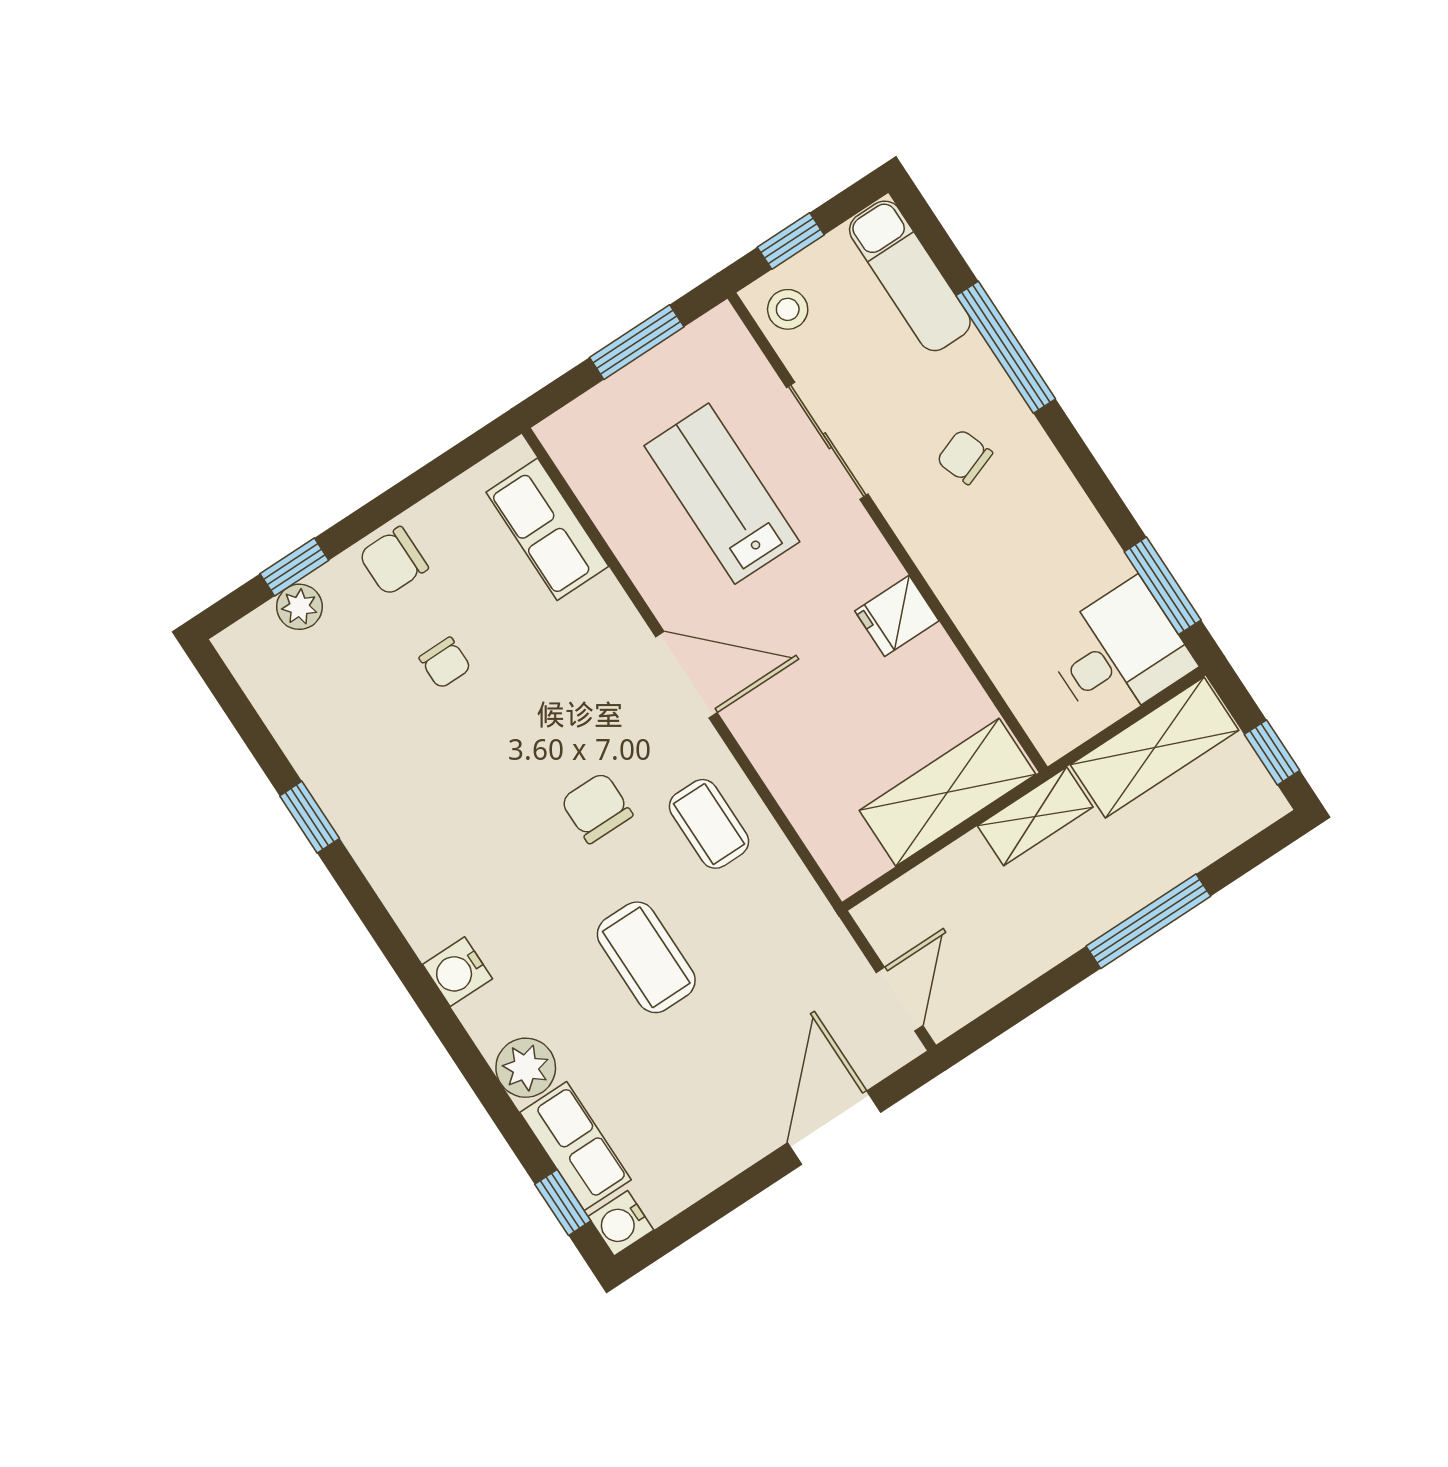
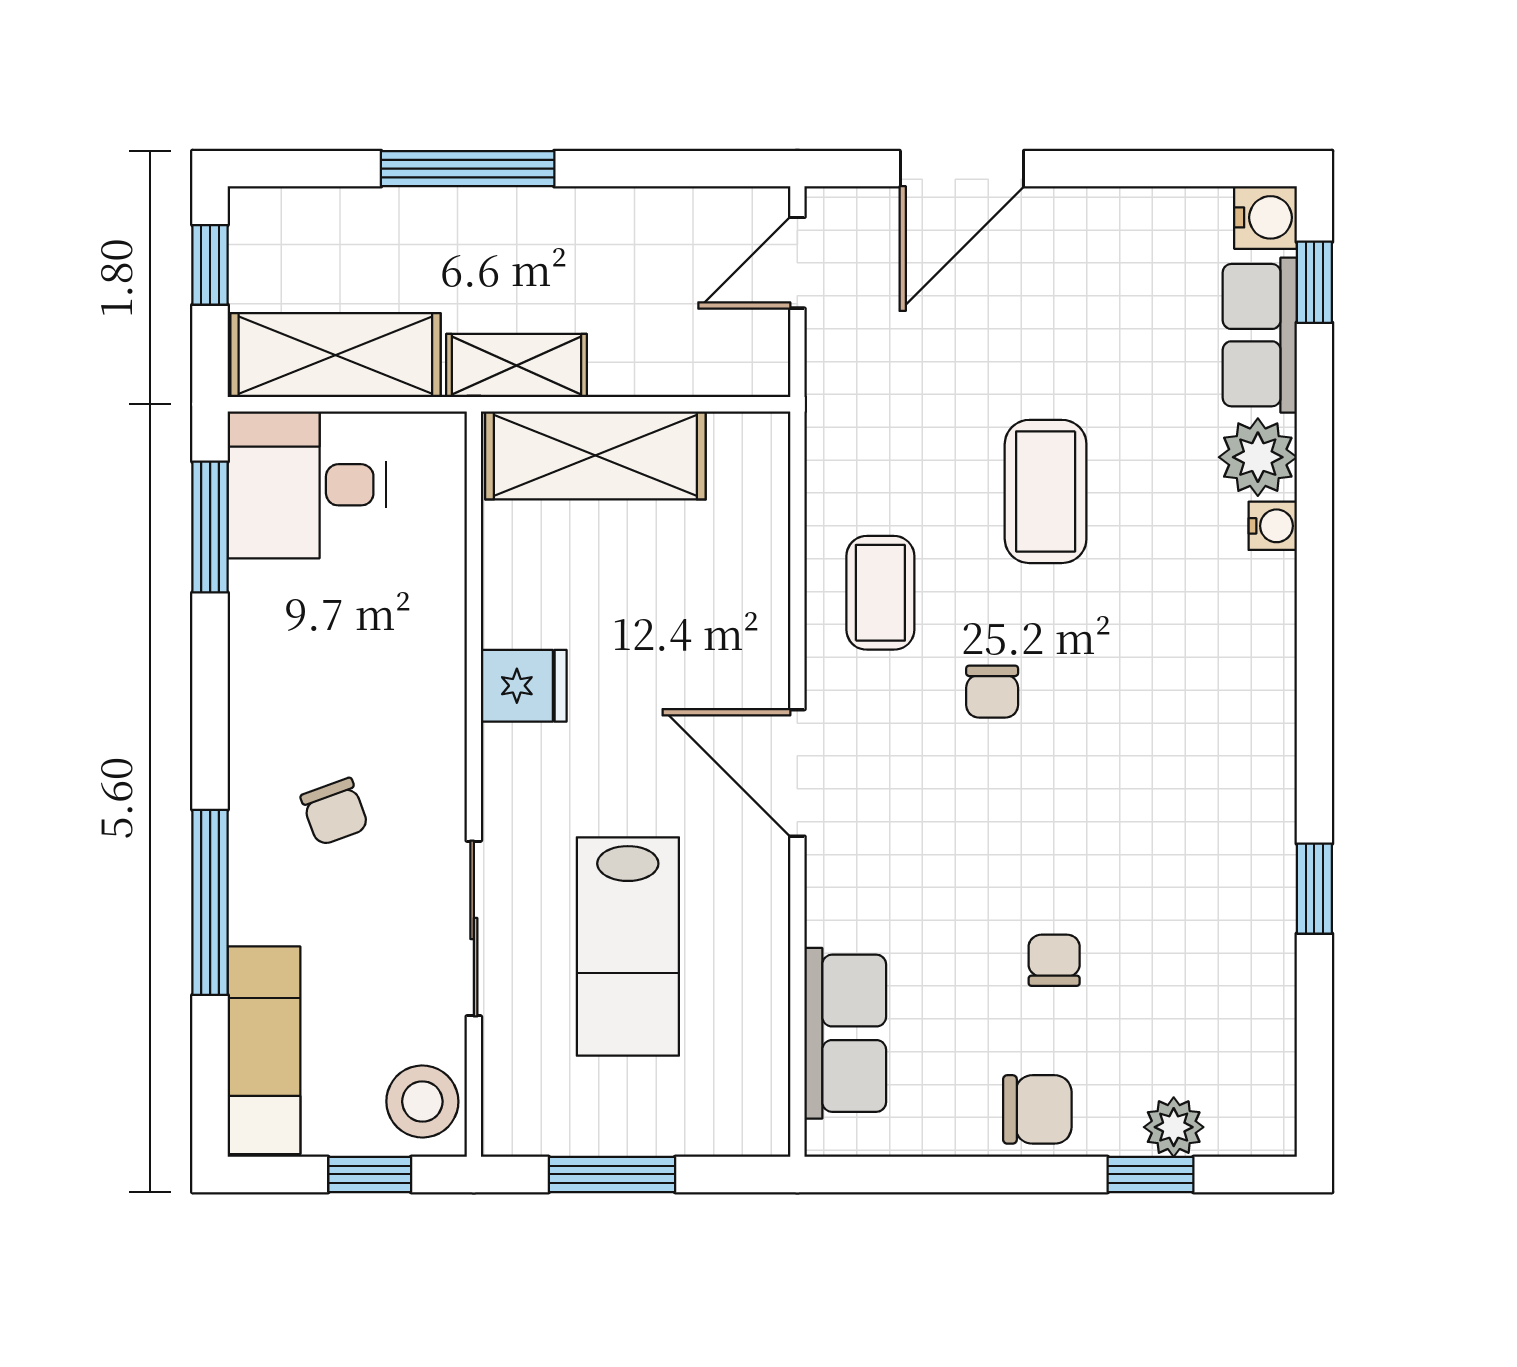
stool: (788, 309) -> (422, 1102), width x1.37, depth x1.37
chair: (597, 808) -> (992, 692), width x0.73, depth x0.73
water cooler: (457, 972) -> (1273, 526), moved, width x0.72, depth x0.72

